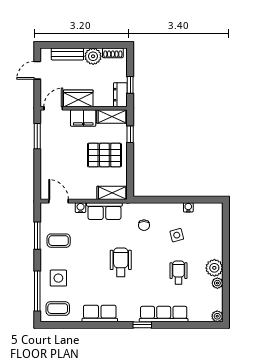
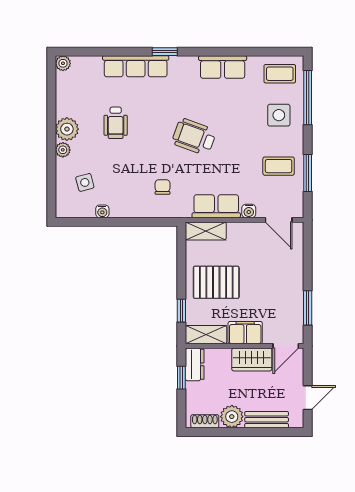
side table: (177, 235) -> (85, 182), moved
wheelchair: (121, 262) -> (194, 137), turned 110
plant: (217, 283) -> (63, 150), moved

